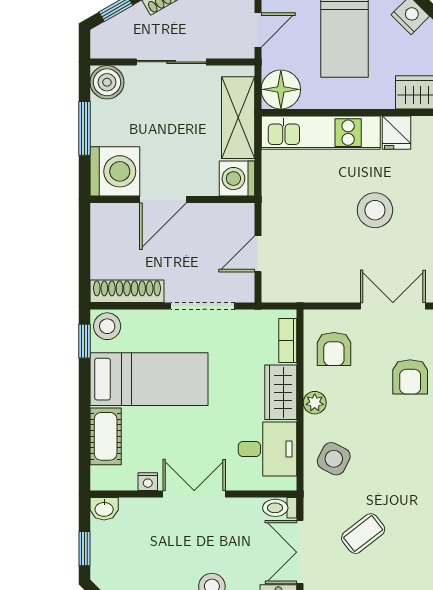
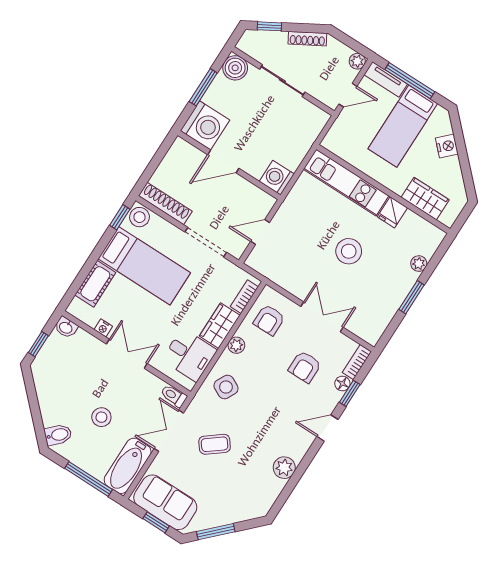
floor lamp: (281, 89) -> (339, 141), removed
shelving: (238, 118) -> (301, 141), removed

